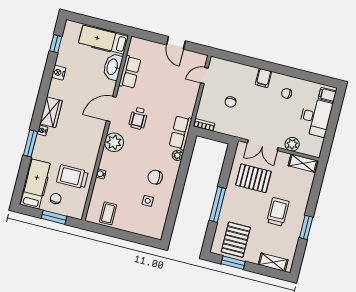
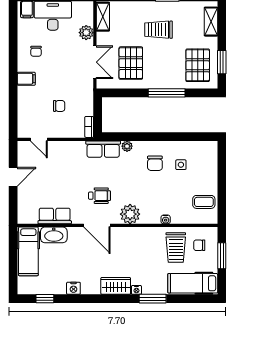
chair: (56, 199) -> (199, 245), moved
pallet: (236, 240) -> (198, 65), turned 90

